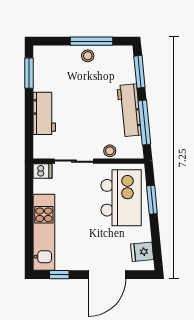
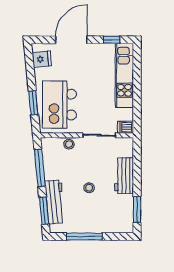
stool: (88, 56) -> (89, 188), moved
workbench: (129, 110) -> (55, 202), moved

